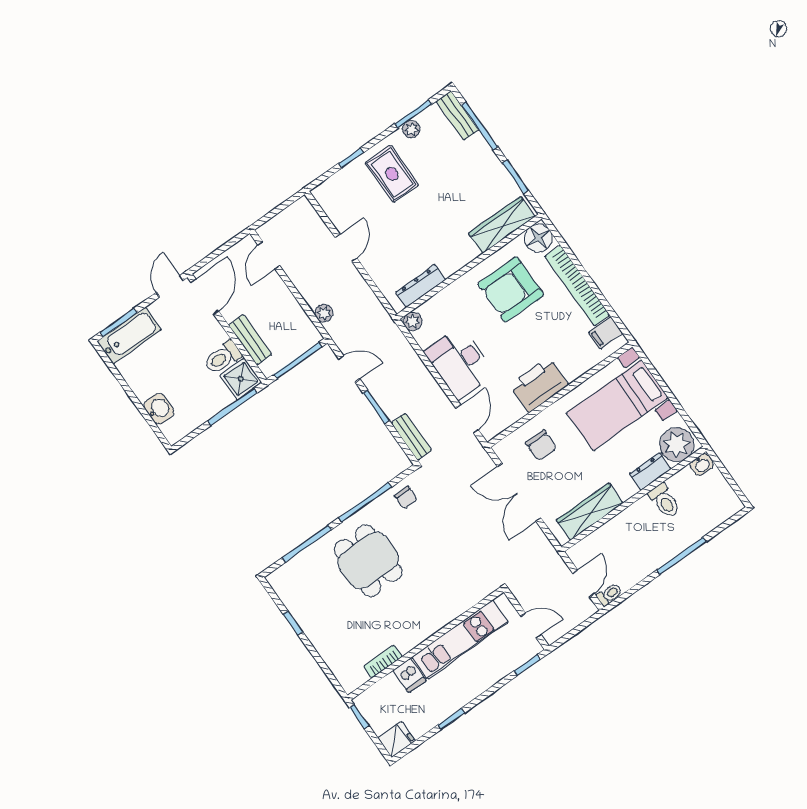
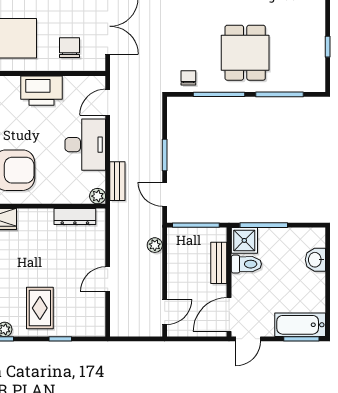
bench: (411, 437) -> (117, 181), moved

